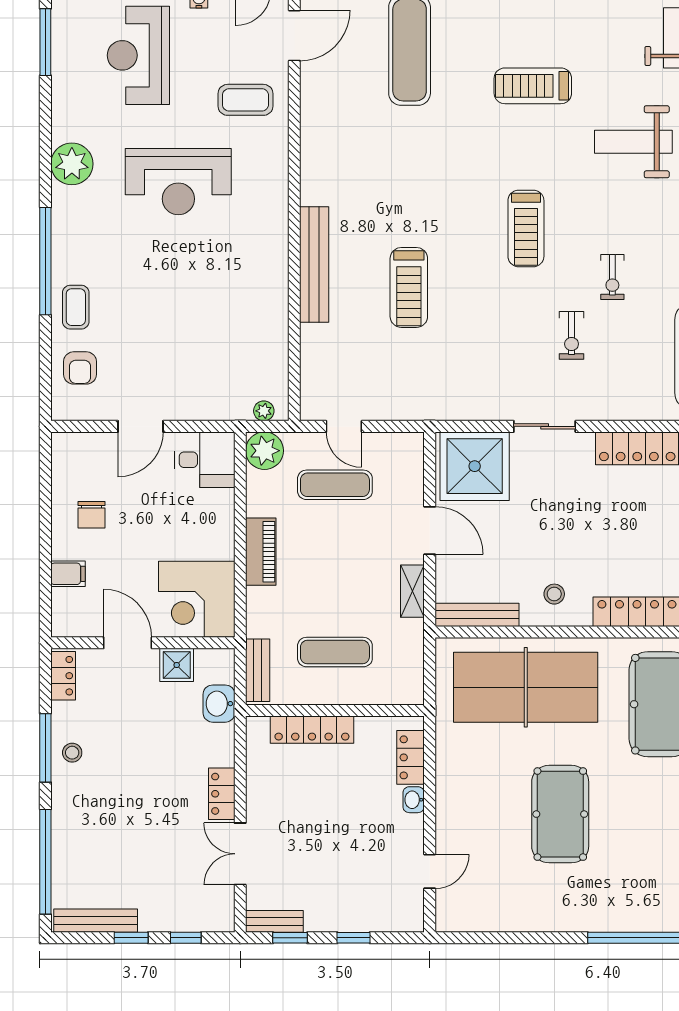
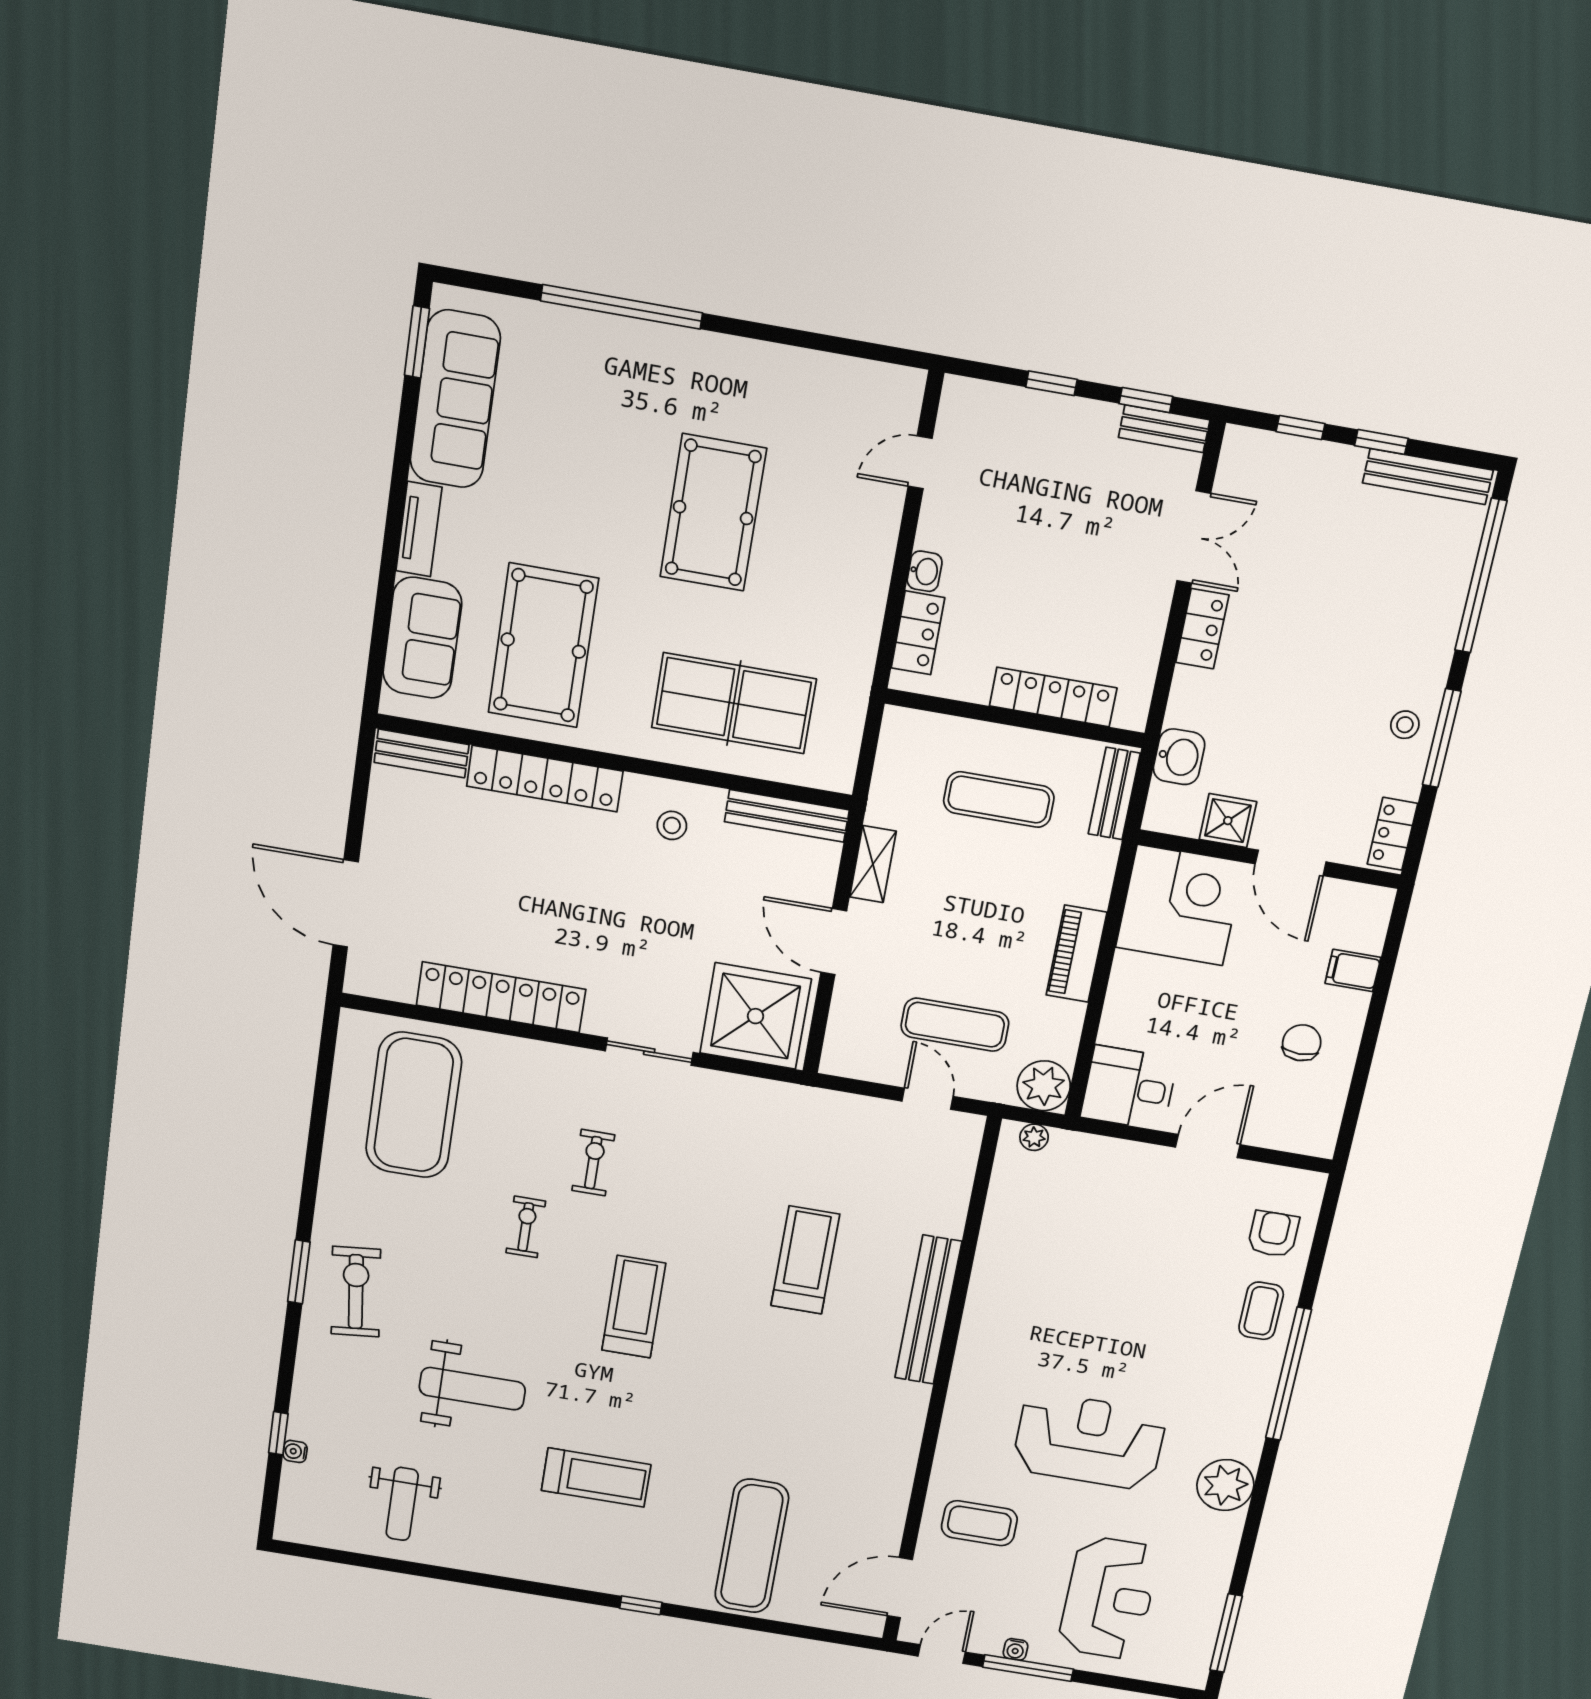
table tennis table: (526, 687) -> (734, 703), width x0.73, depth x0.76

